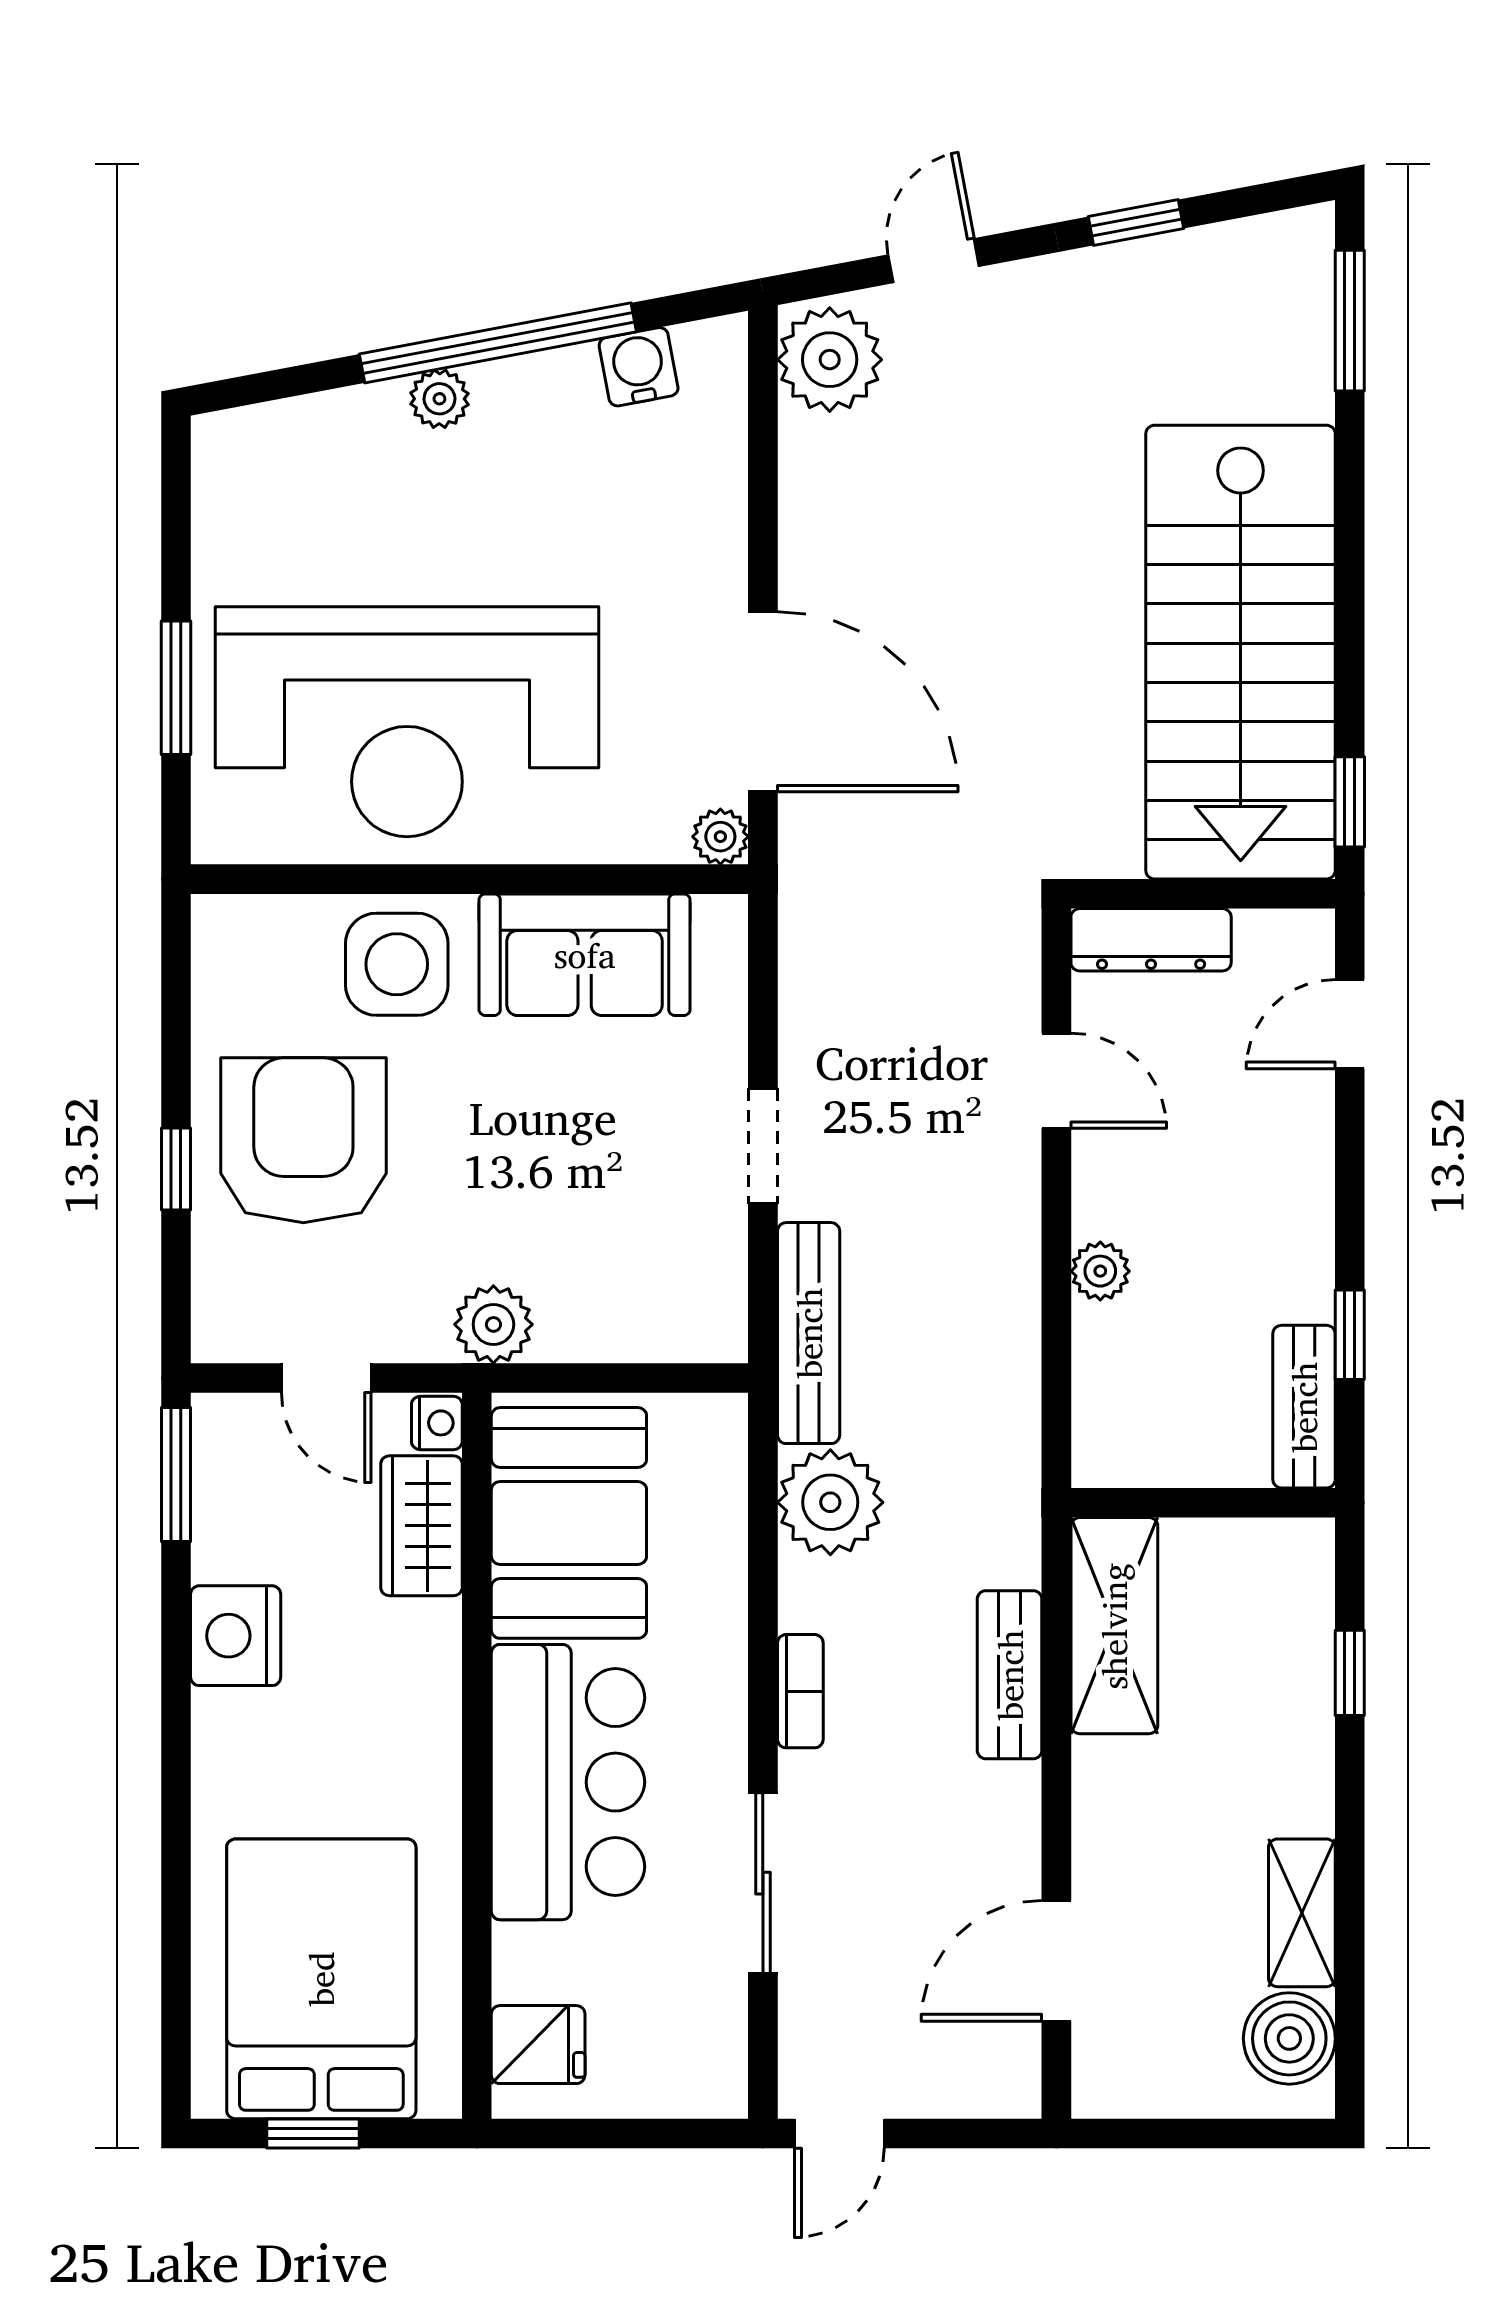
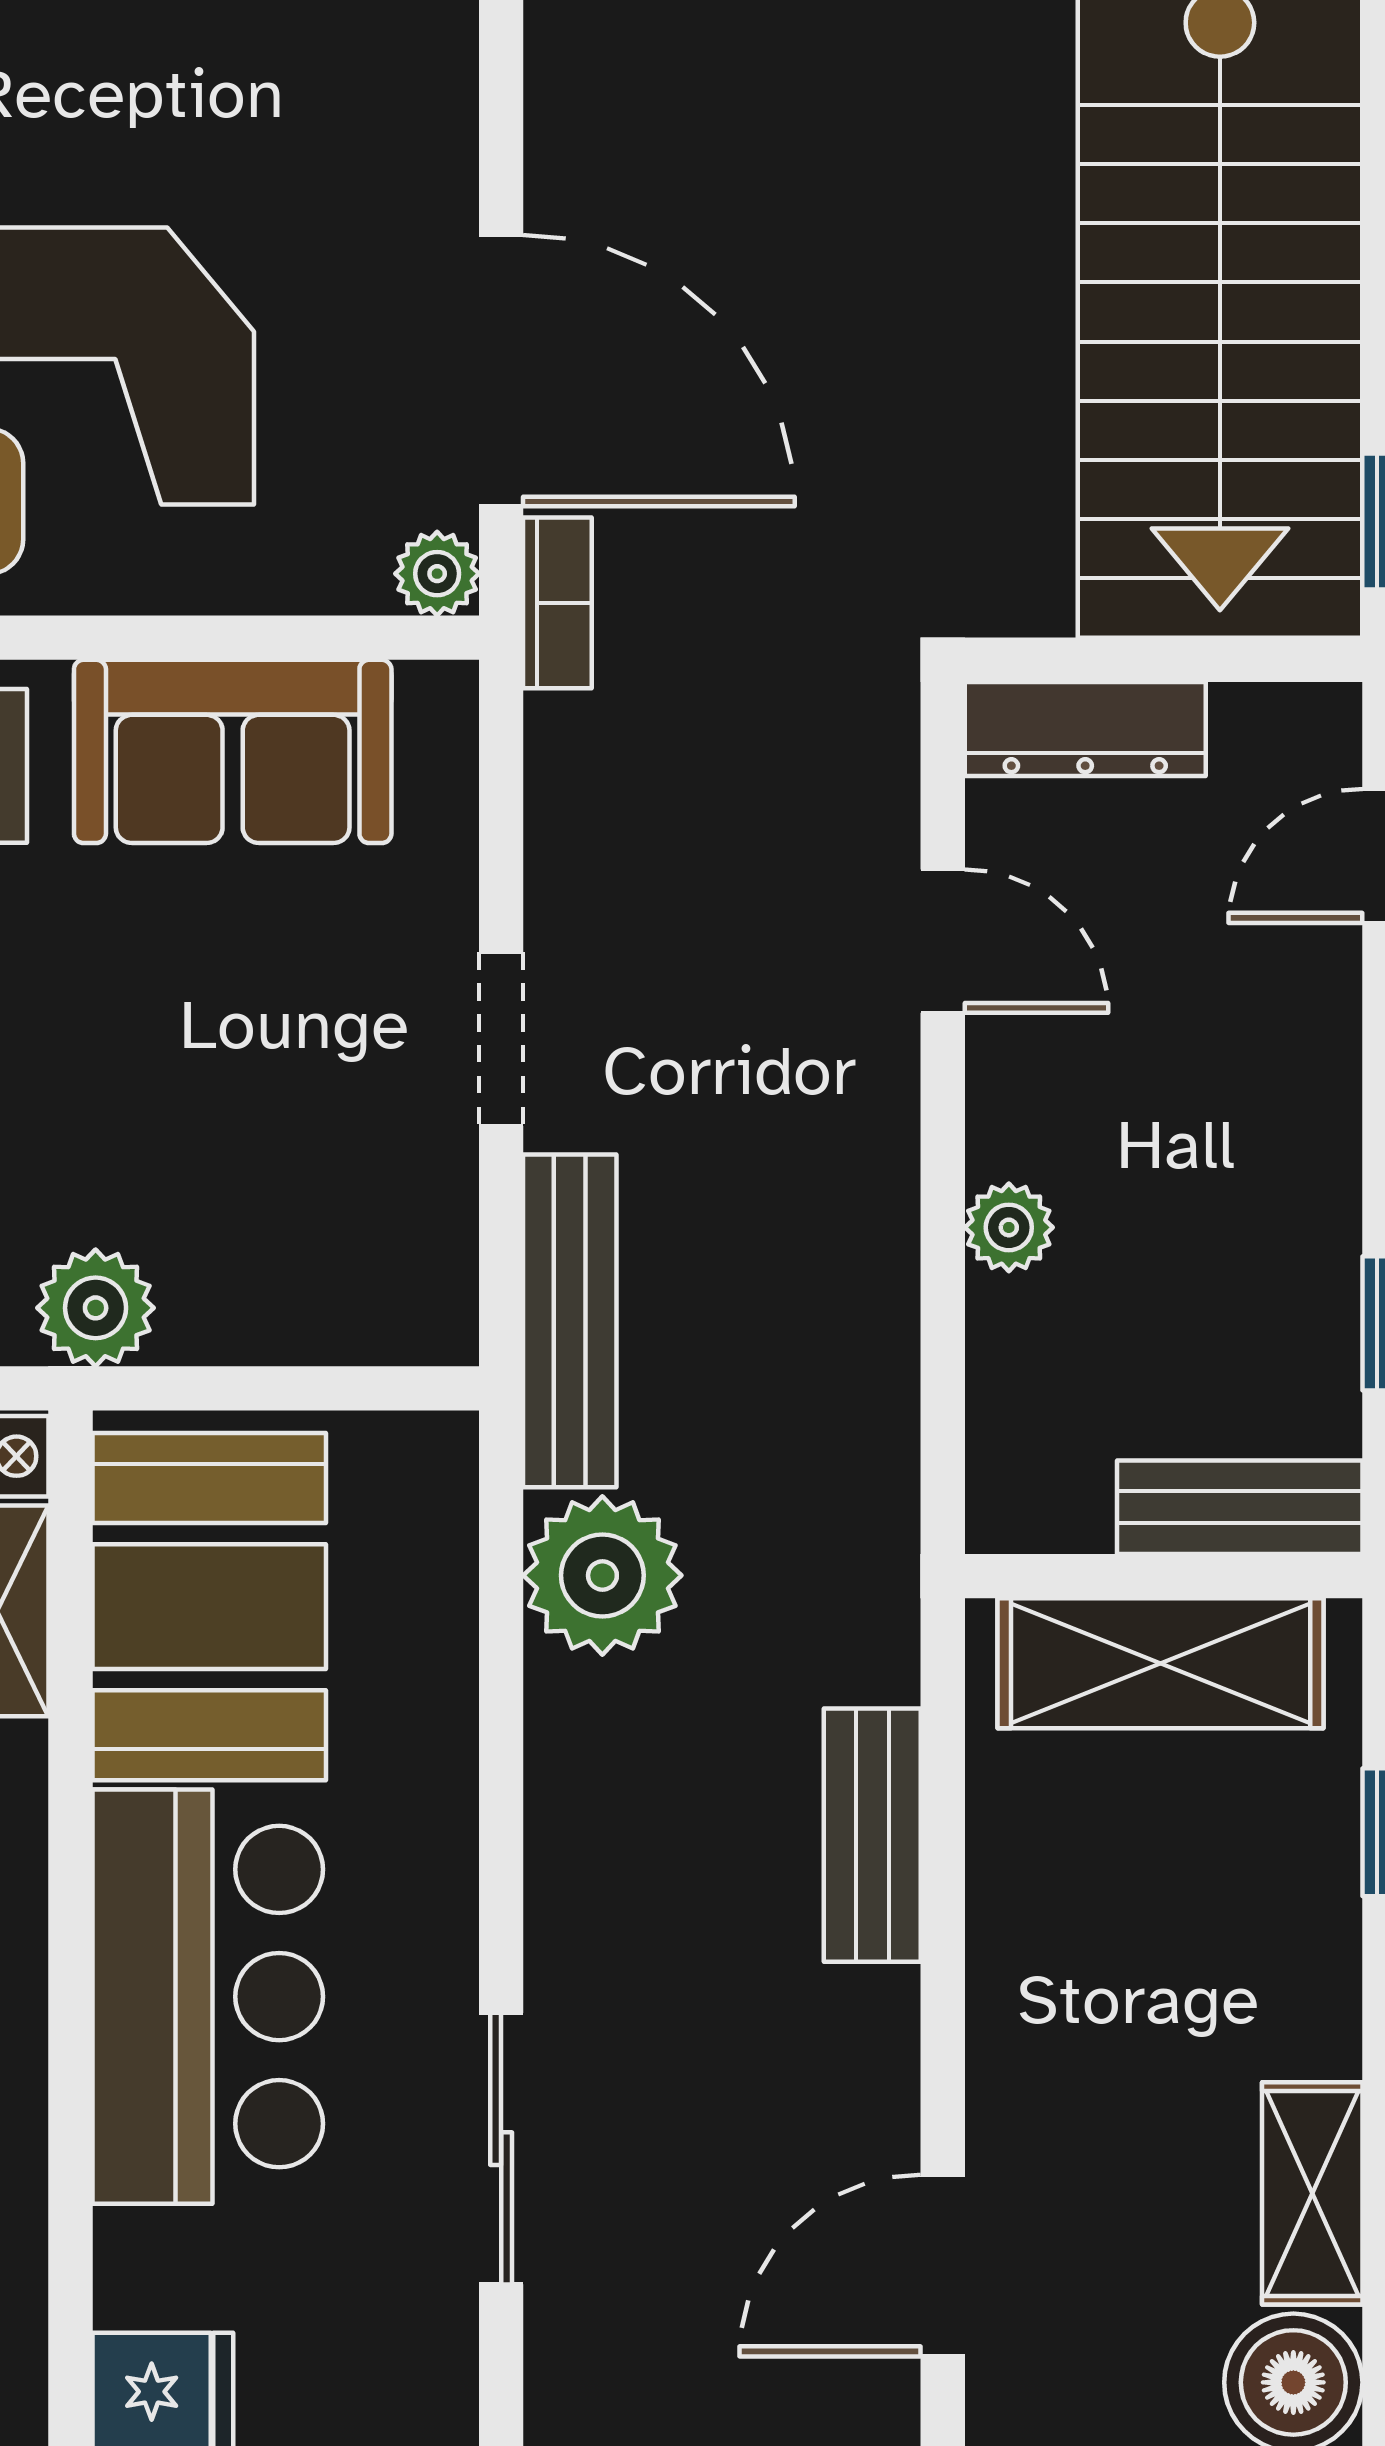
bench: (1304, 1407) -> (1240, 1507), moved, turned 90
shelving: (1114, 1626) -> (1161, 1663), moved, turned 90
bookcase: (800, 1691) -> (557, 603), moved

